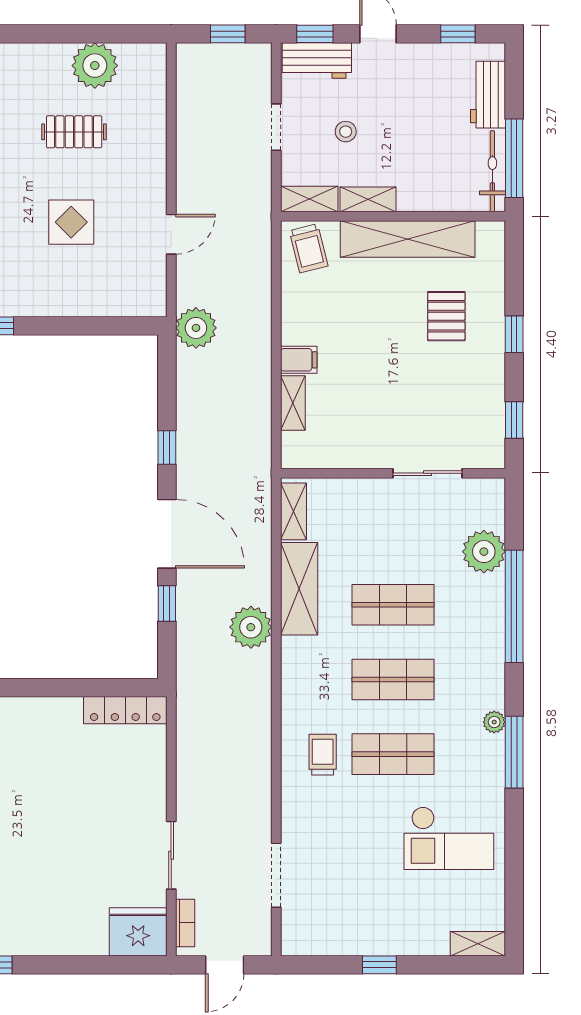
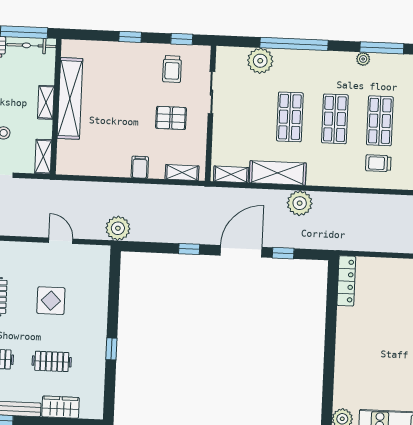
shelving: (368, 199) -> (46, 102), moved
trolley: (309, 248) -> (172, 69), moved, turned 104
pallet: (446, 316) -> (171, 118), moved
shelving: (293, 403) -> (182, 173), moved

